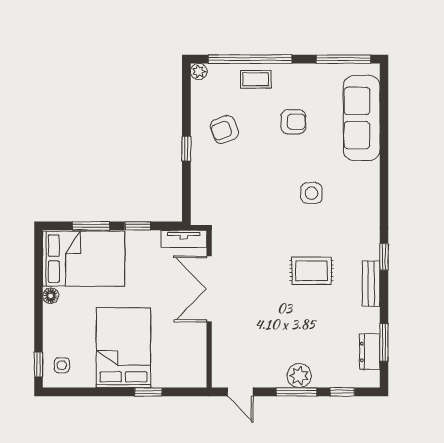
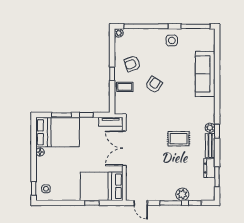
coffee table: (256, 79) -> (125, 87), moved
sofa: (362, 118) -> (205, 74), moved
armchair: (293, 122) -> (154, 85), moved, turned -58
side table: (311, 193) -> (172, 40), moved
plant: (371, 250) -> (210, 128), added
bed: (123, 348) -> (102, 186), moved, turned -90
dresser: (370, 352) -> (209, 168), moved
plant: (299, 376) -> (182, 194), moved

